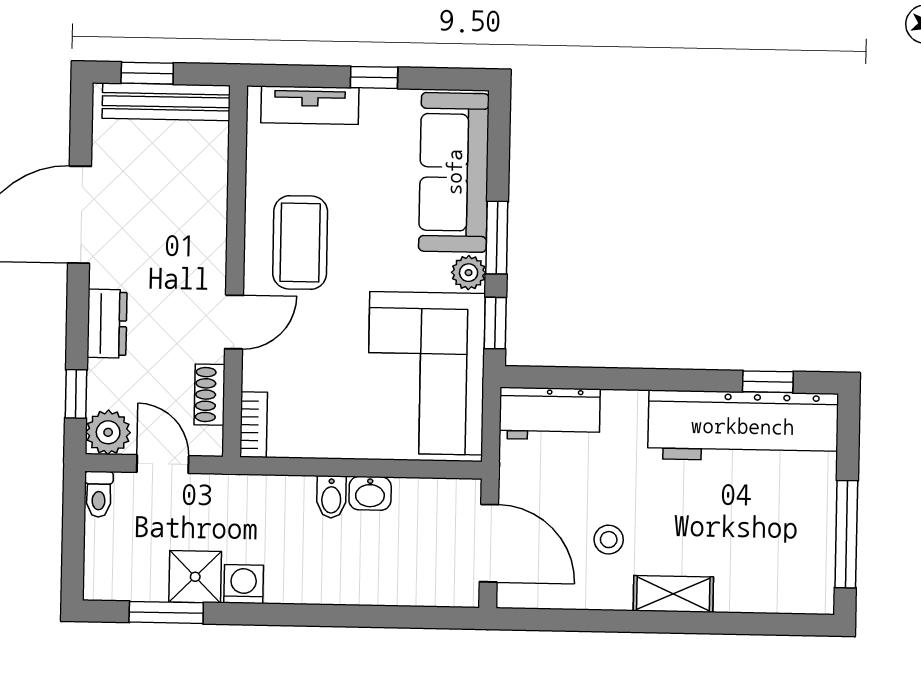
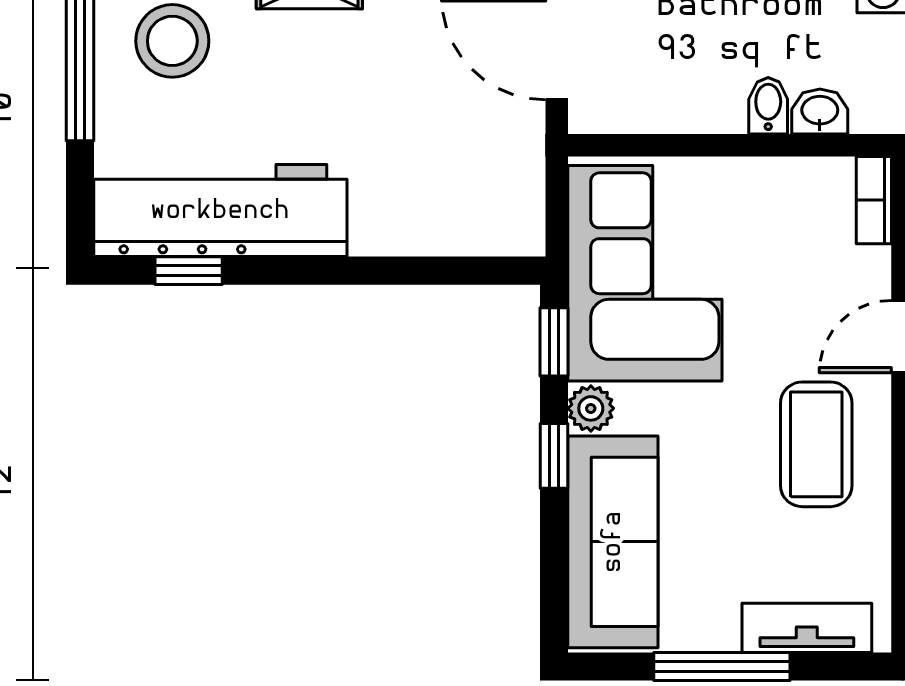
window: (374, 77) -> (722, 666), width x2.17
window: (497, 238) -> (554, 456), width x0.67
workbench: (550, 414) -> (479, 222), removed
washbasin: (370, 493) -> (820, 111), moved
stool: (609, 540) -> (172, 41), moved, width x1.89, depth x1.89

